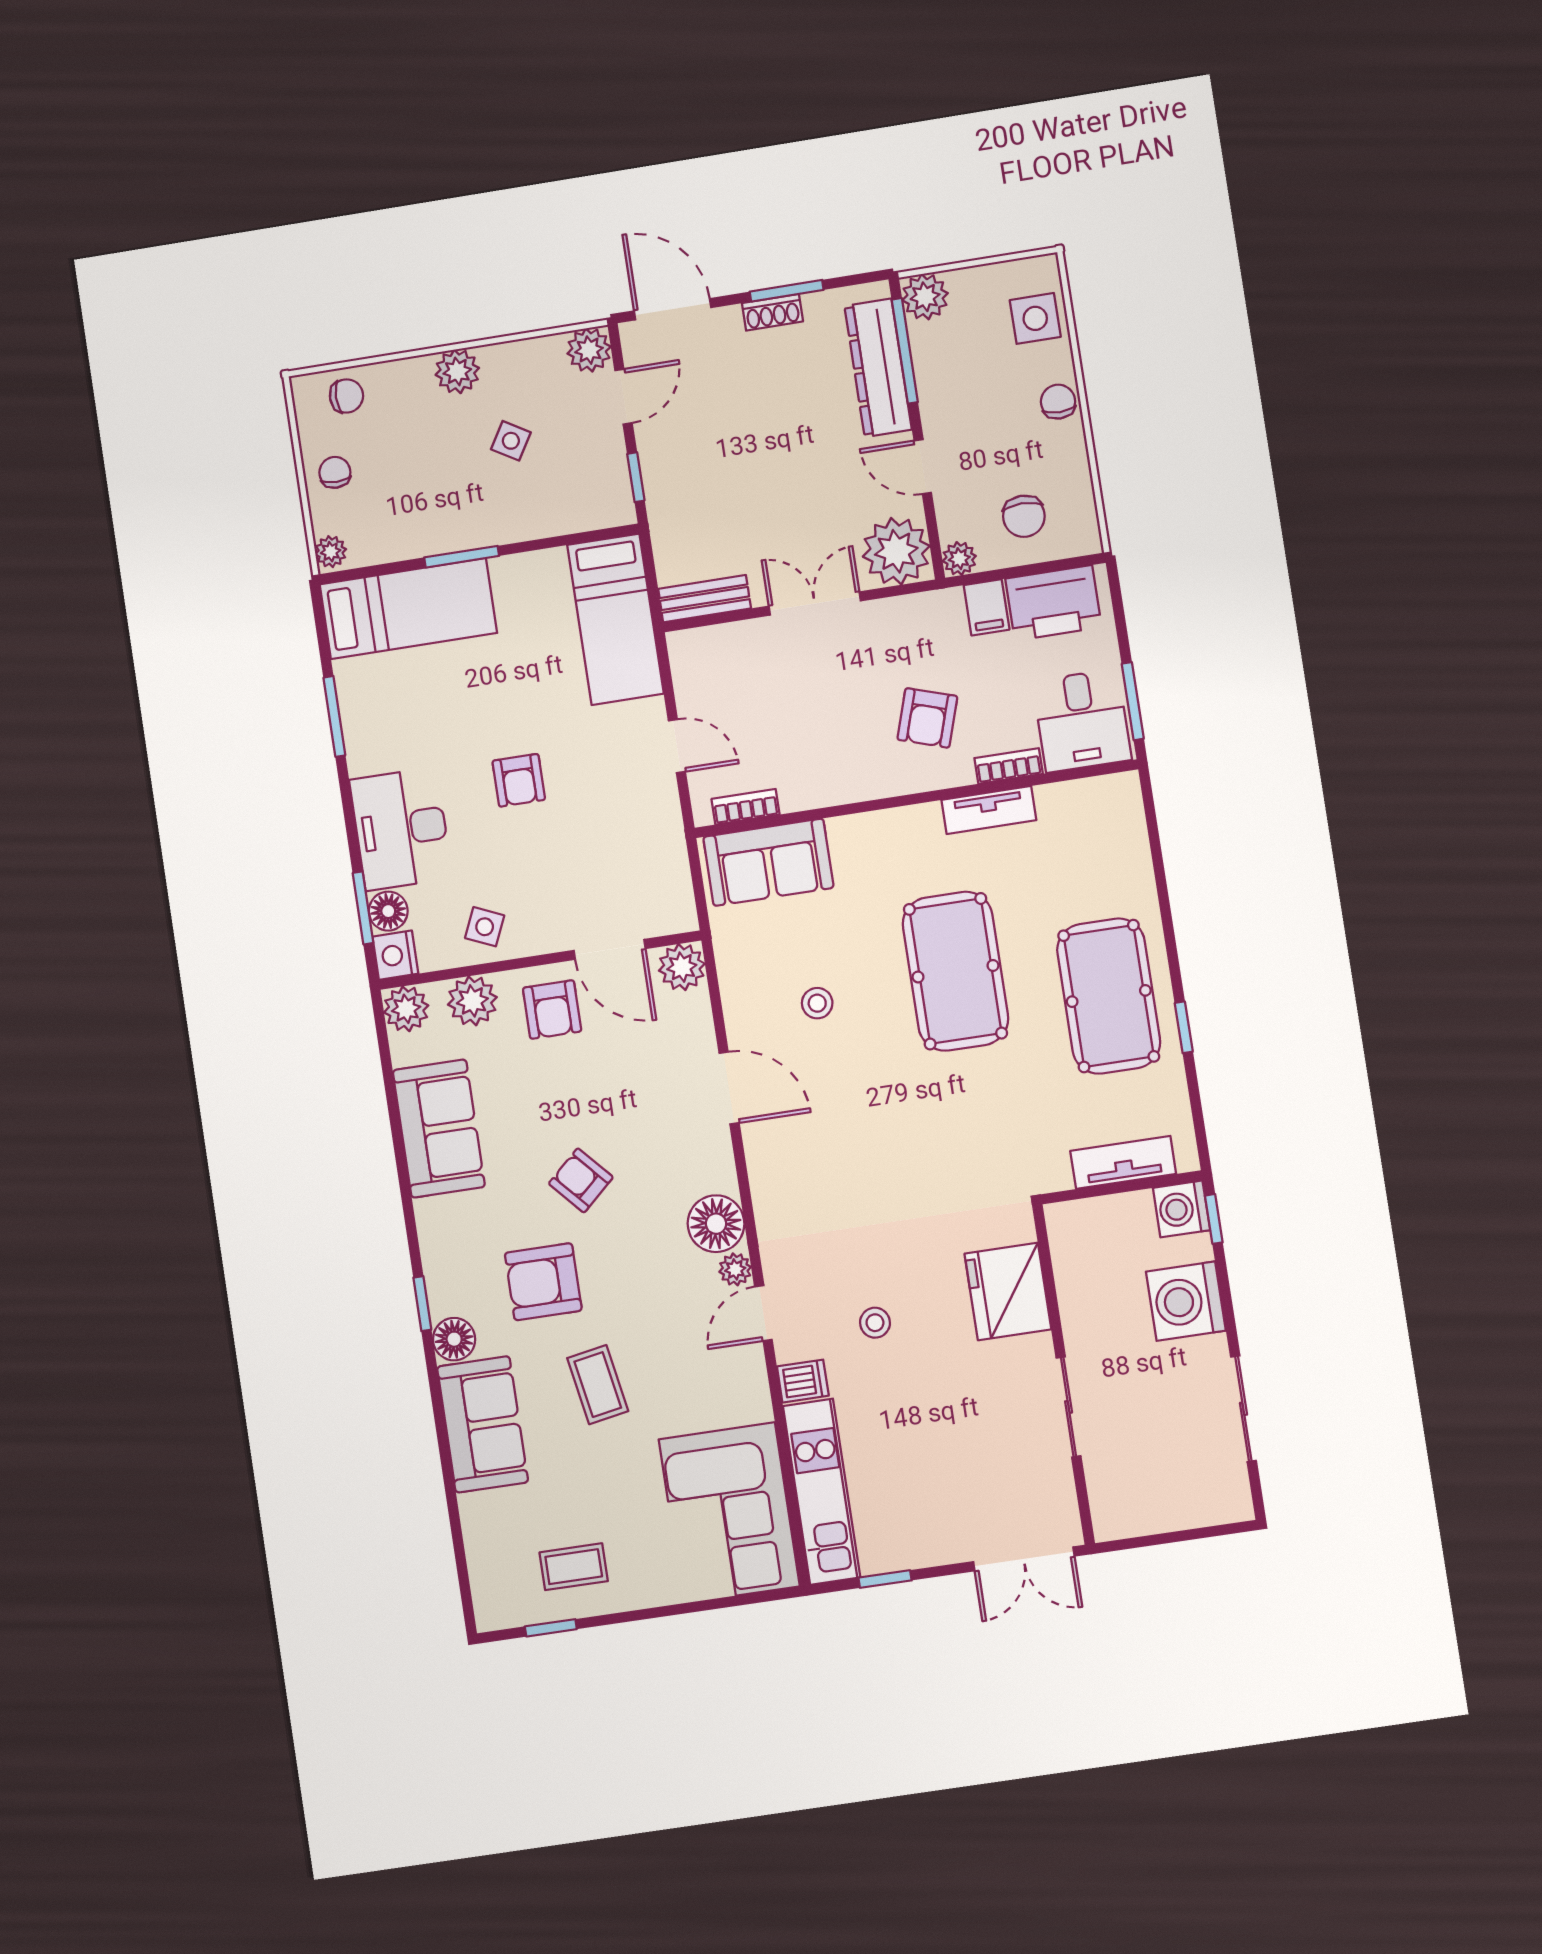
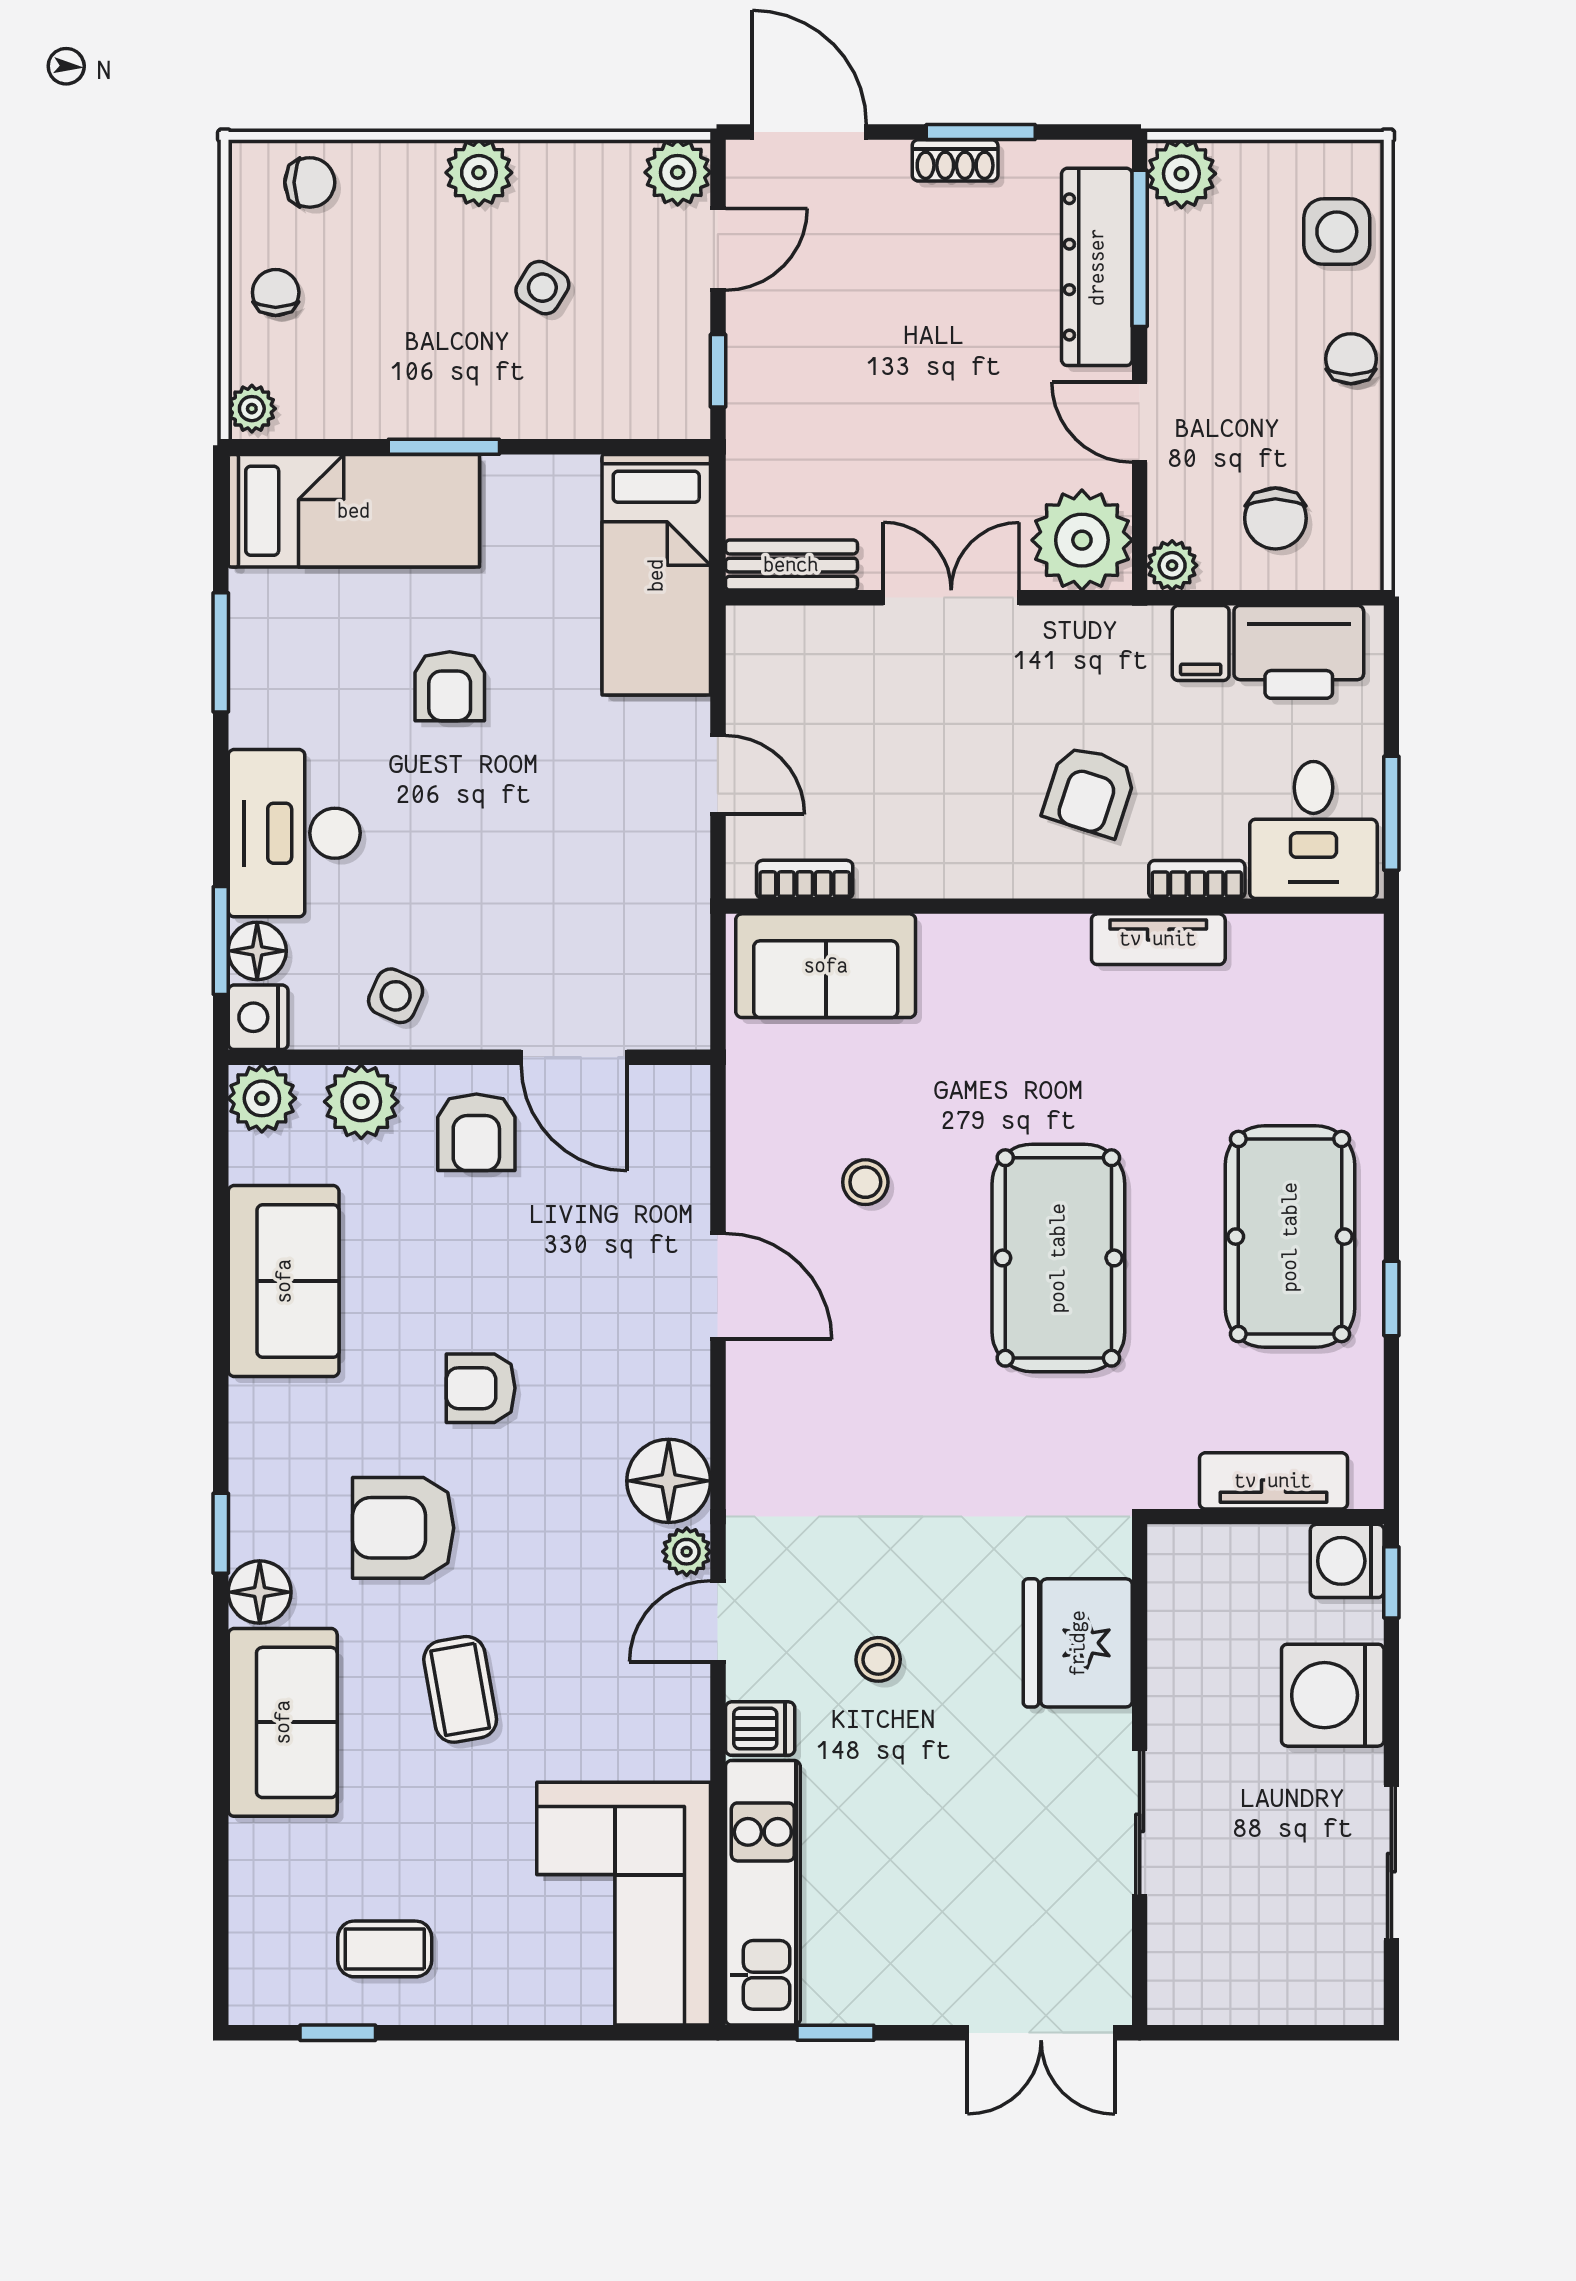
armchair: (519, 780) -> (450, 686), moved
plant: (682, 967) -> (676, 1099), removed
pool table: (955, 971) -> (1058, 1258), moved
armchair: (581, 1180) -> (481, 1388), turned -48

